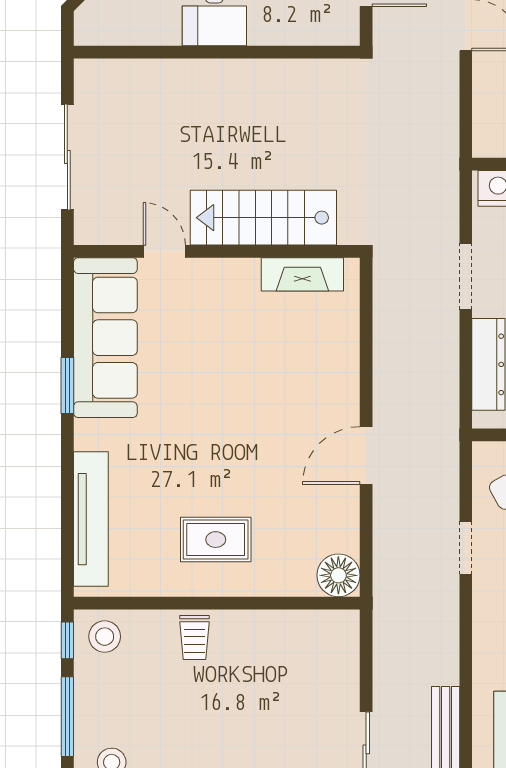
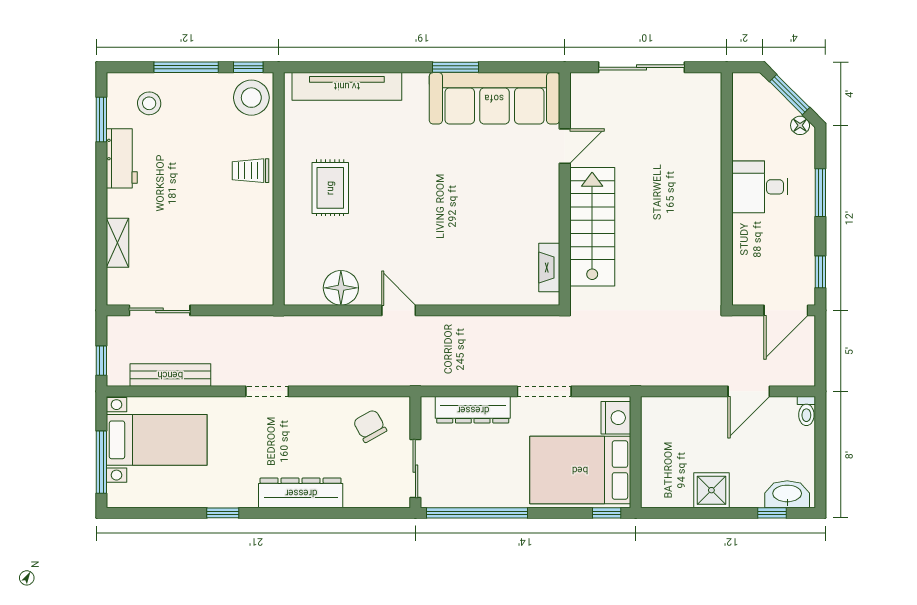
fireplace: (302, 274) -> (549, 267), width x0.73, depth x0.76
door: (366, 456) -> (399, 310), width x0.73
doorway: (466, 548) -> (267, 391), moved
floor lamp: (338, 575) -> (341, 288), moved
stool: (105, 637) -> (251, 98), width x1.38, depth x1.38

